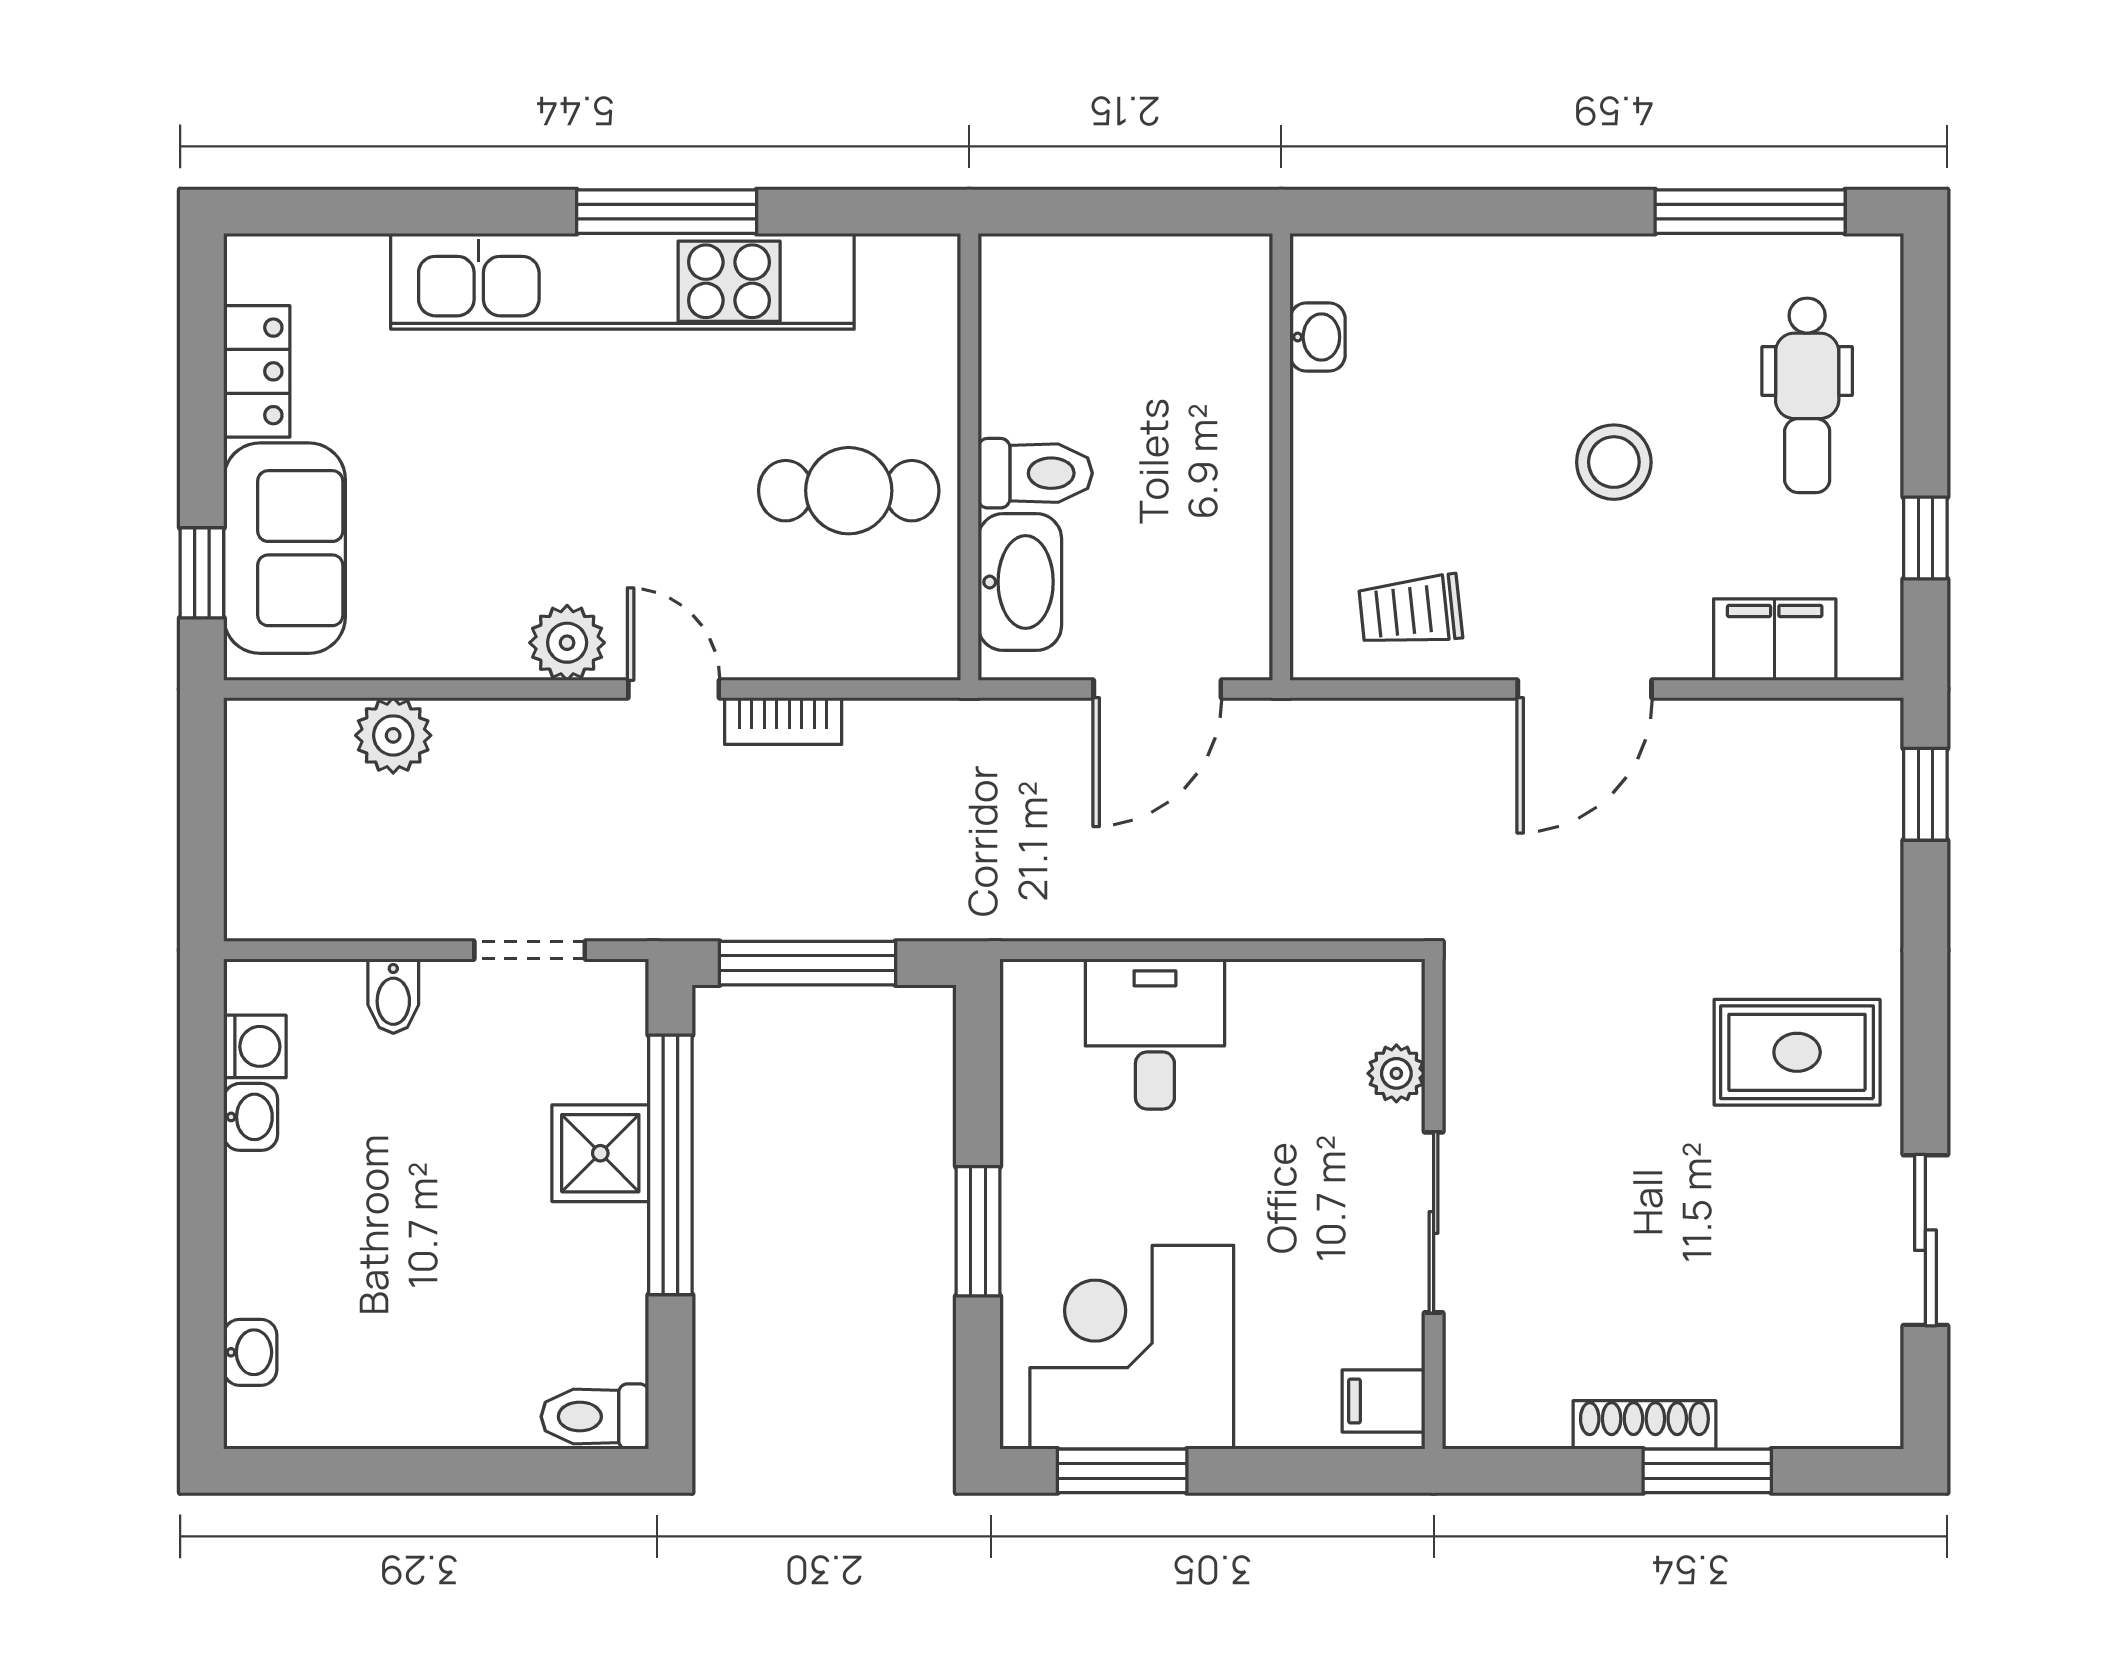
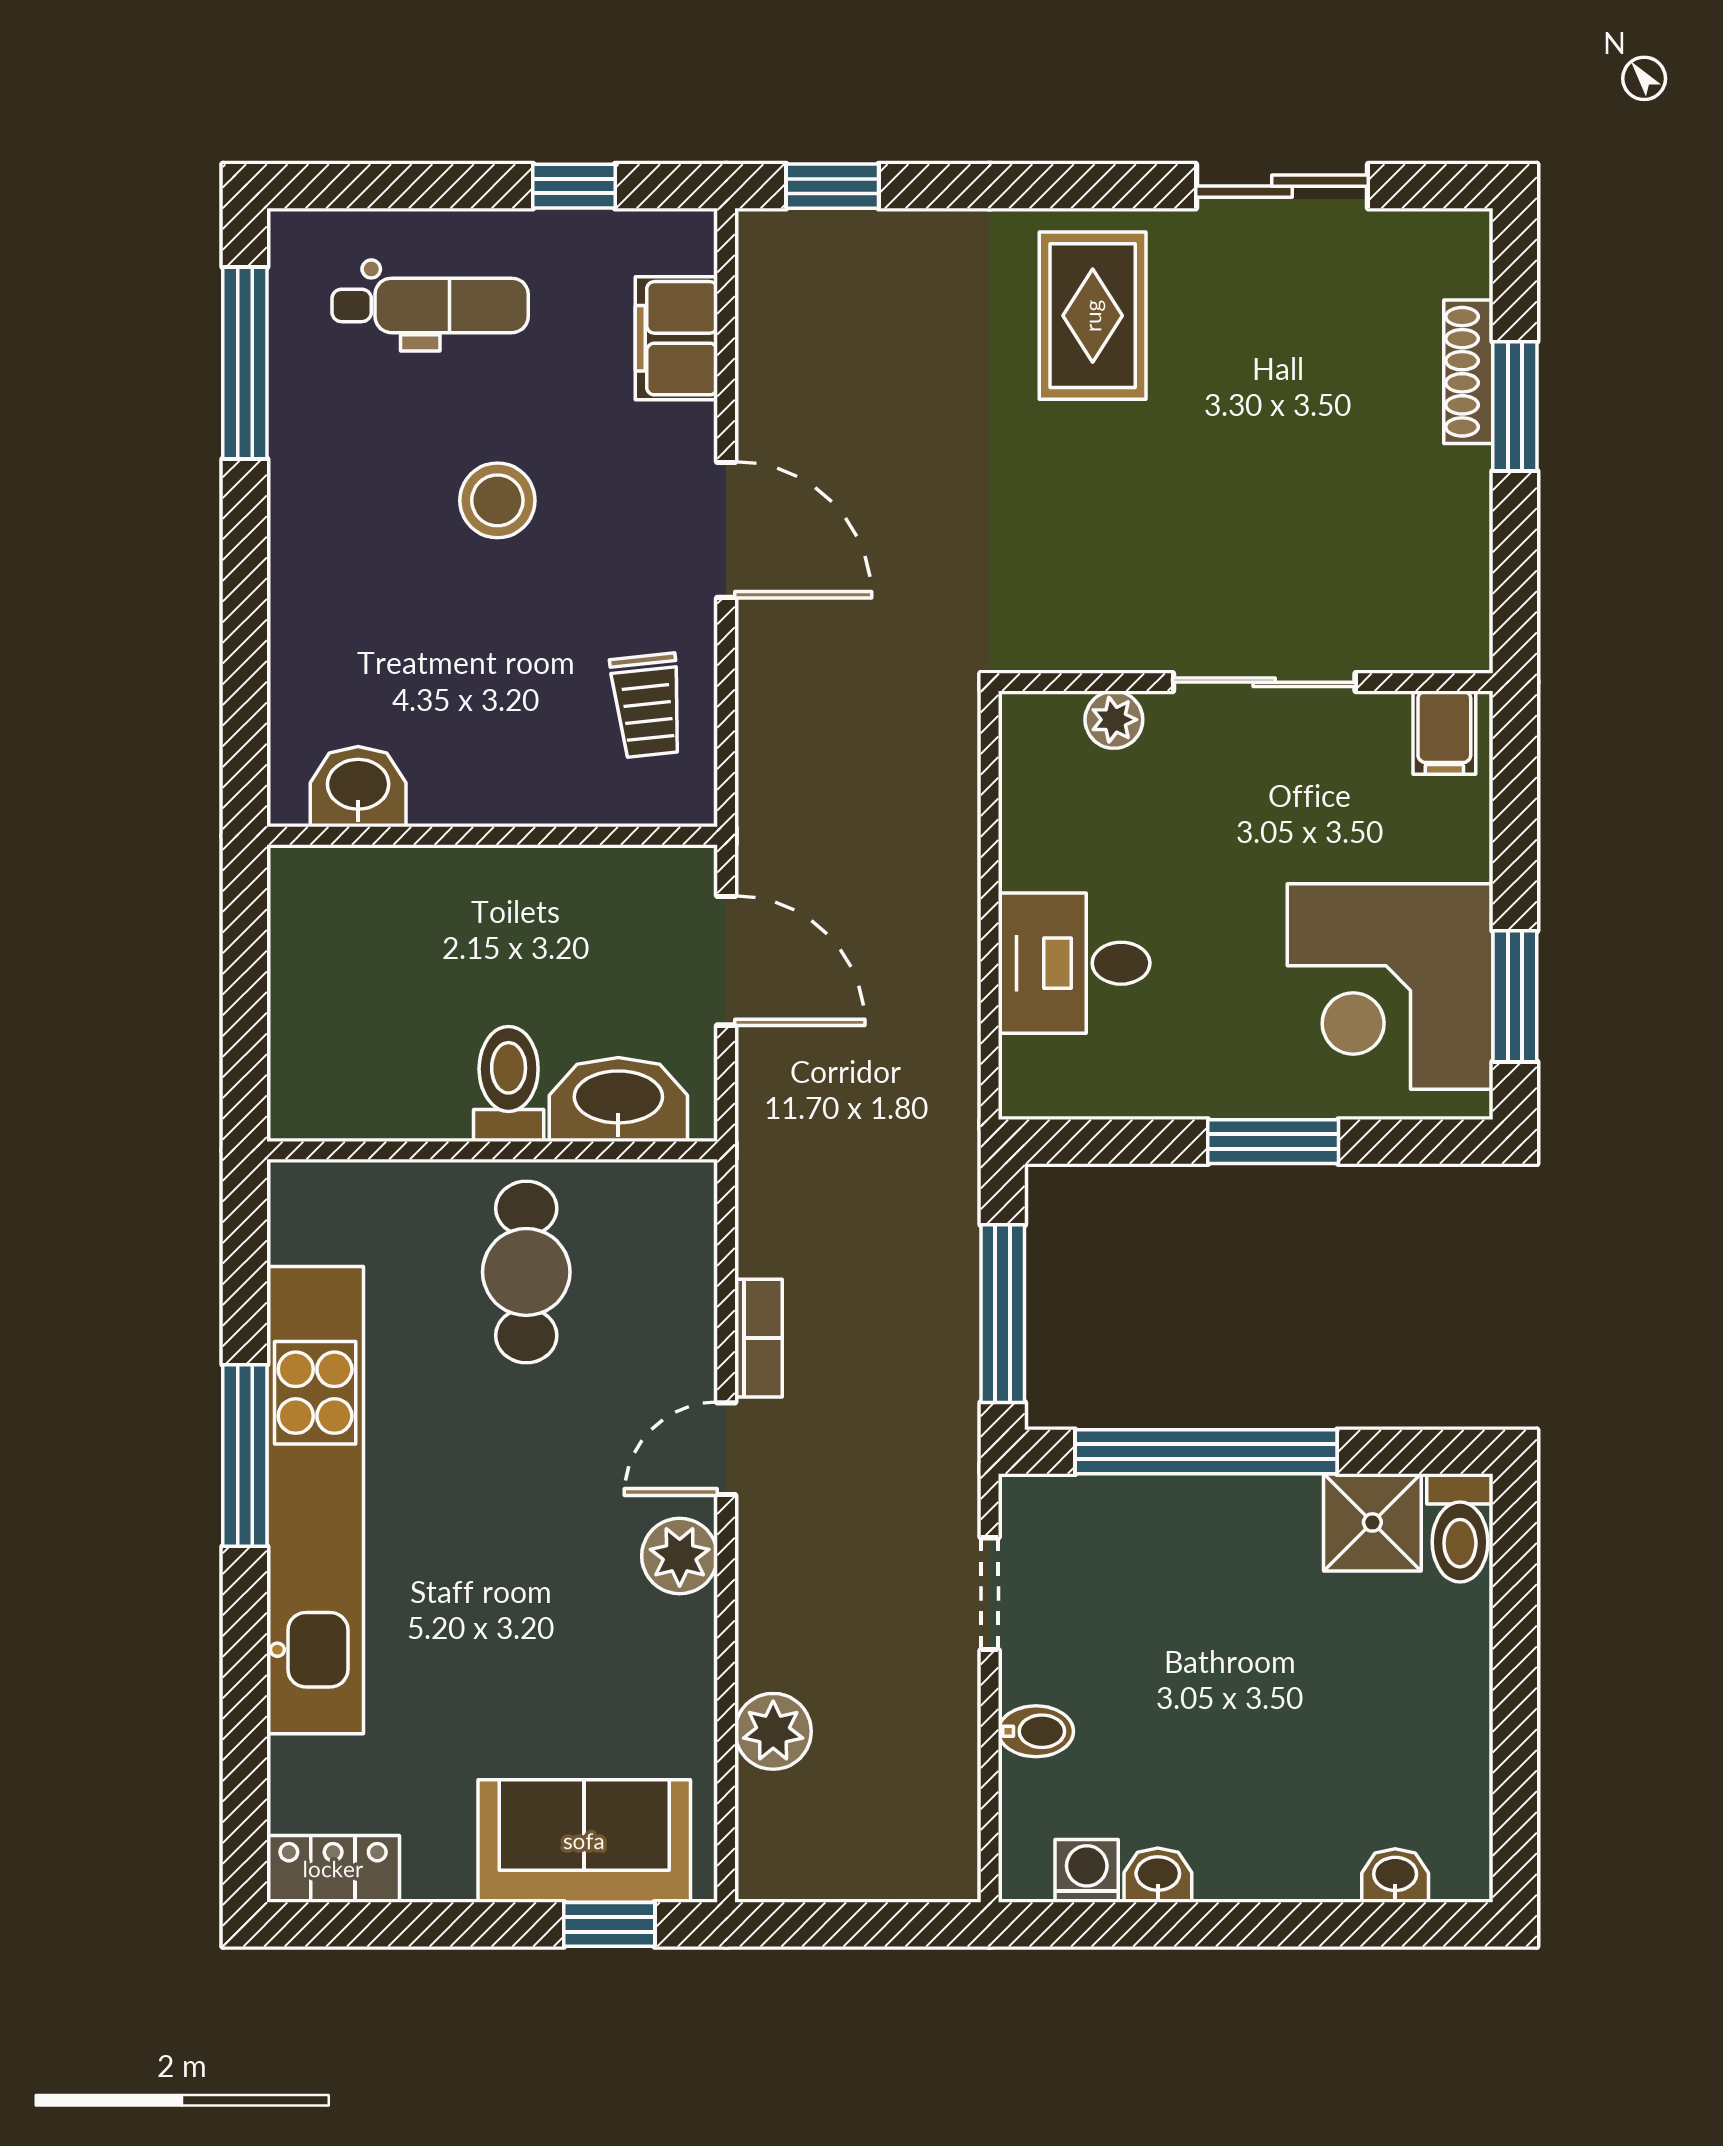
washbasin: (1318, 337) -> (358, 787), width x1.38, depth x1.45
locker: (257, 371) -> (333, 1869), moved
shower: (600, 1153) -> (1372, 1522), moved
shoe rack: (1644, 1425) -> (1468, 372), moved

